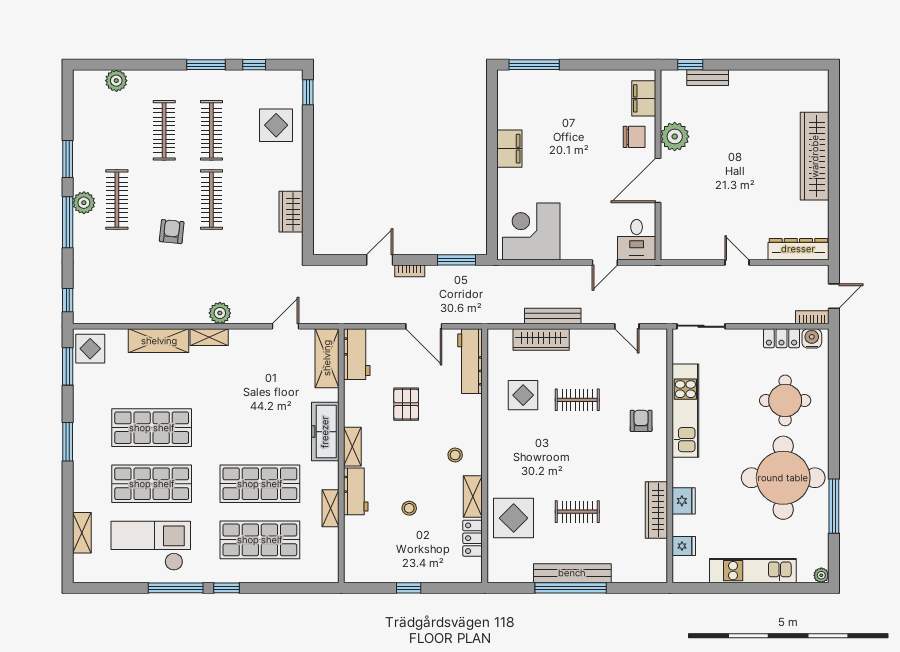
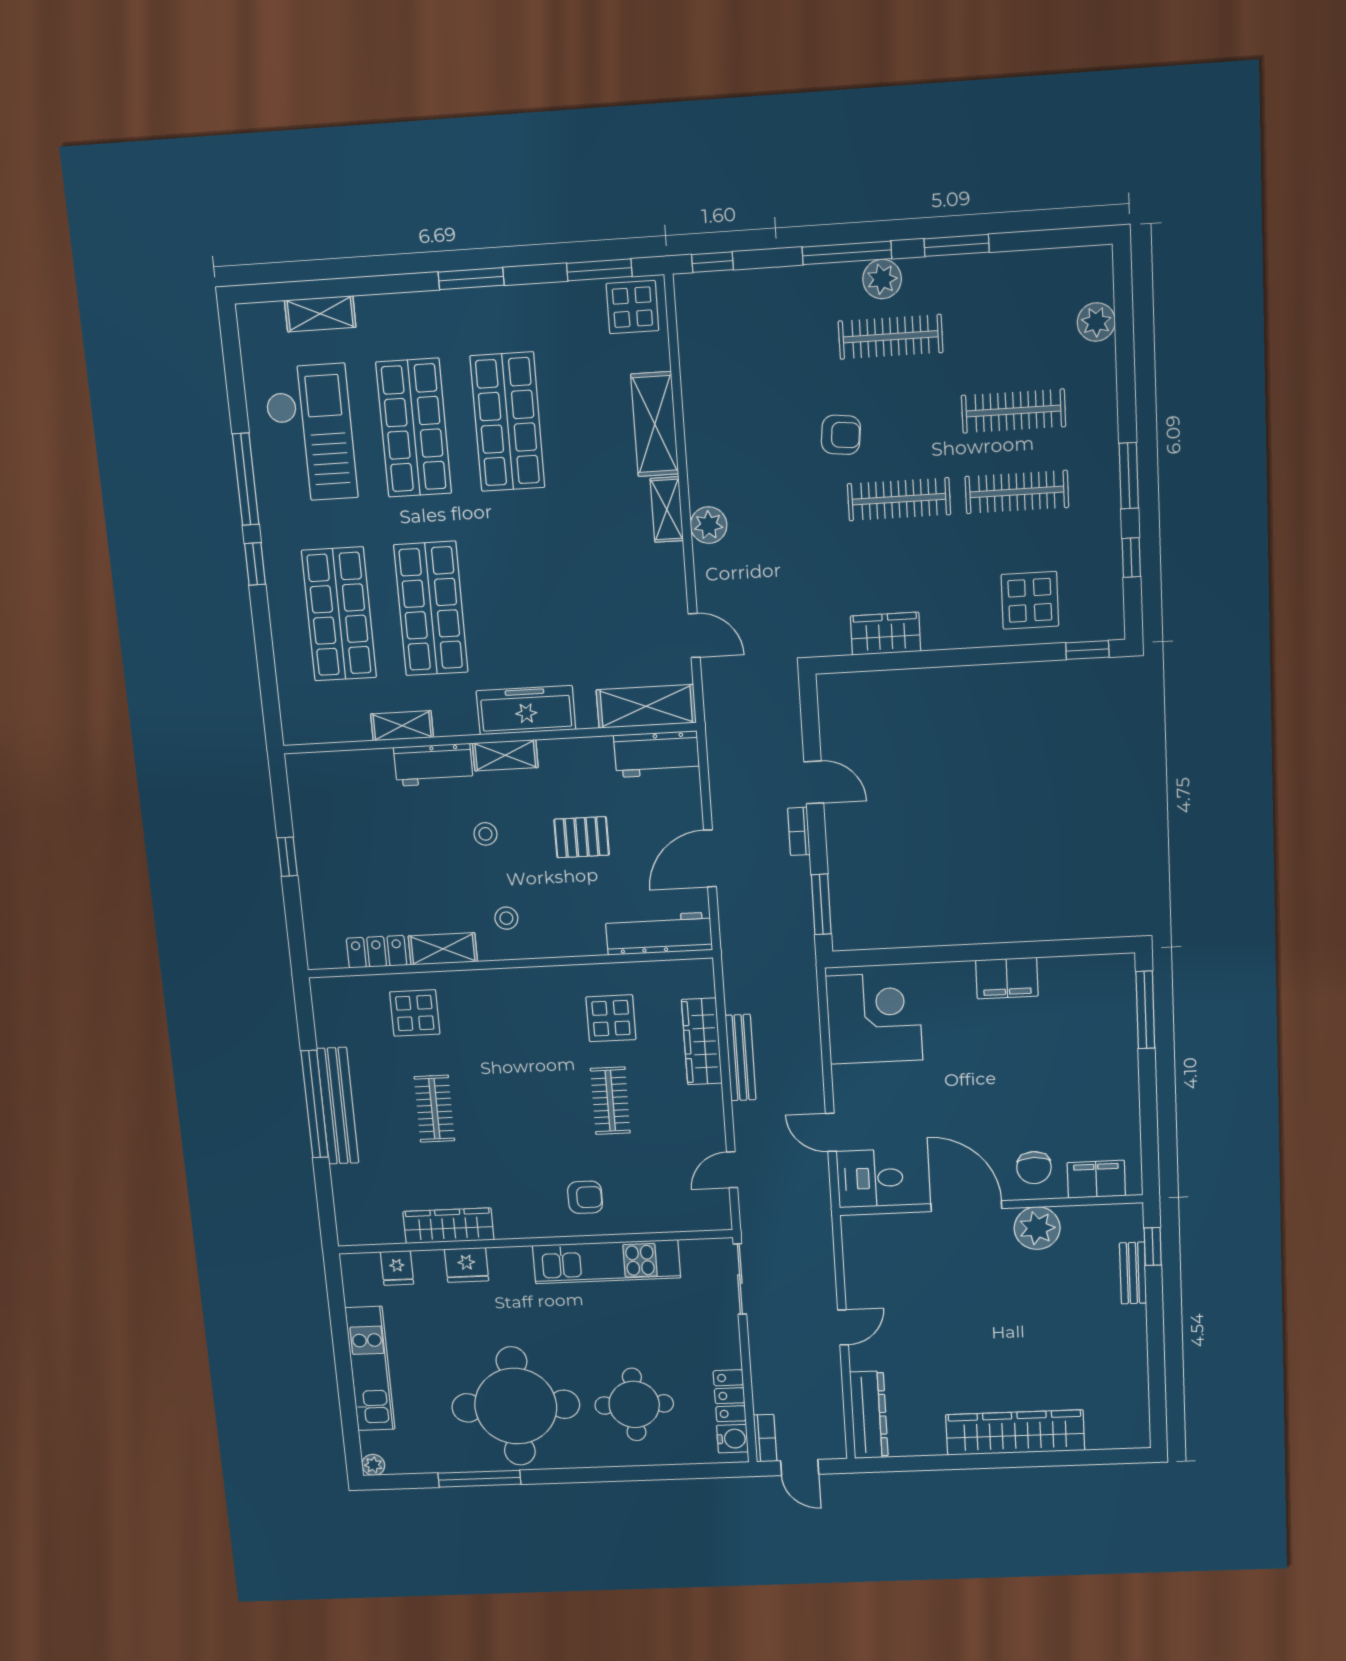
stool: (409, 508) -> (485, 834), moved
display table: (514, 518) -> (415, 1013), width x0.73, depth x0.73

